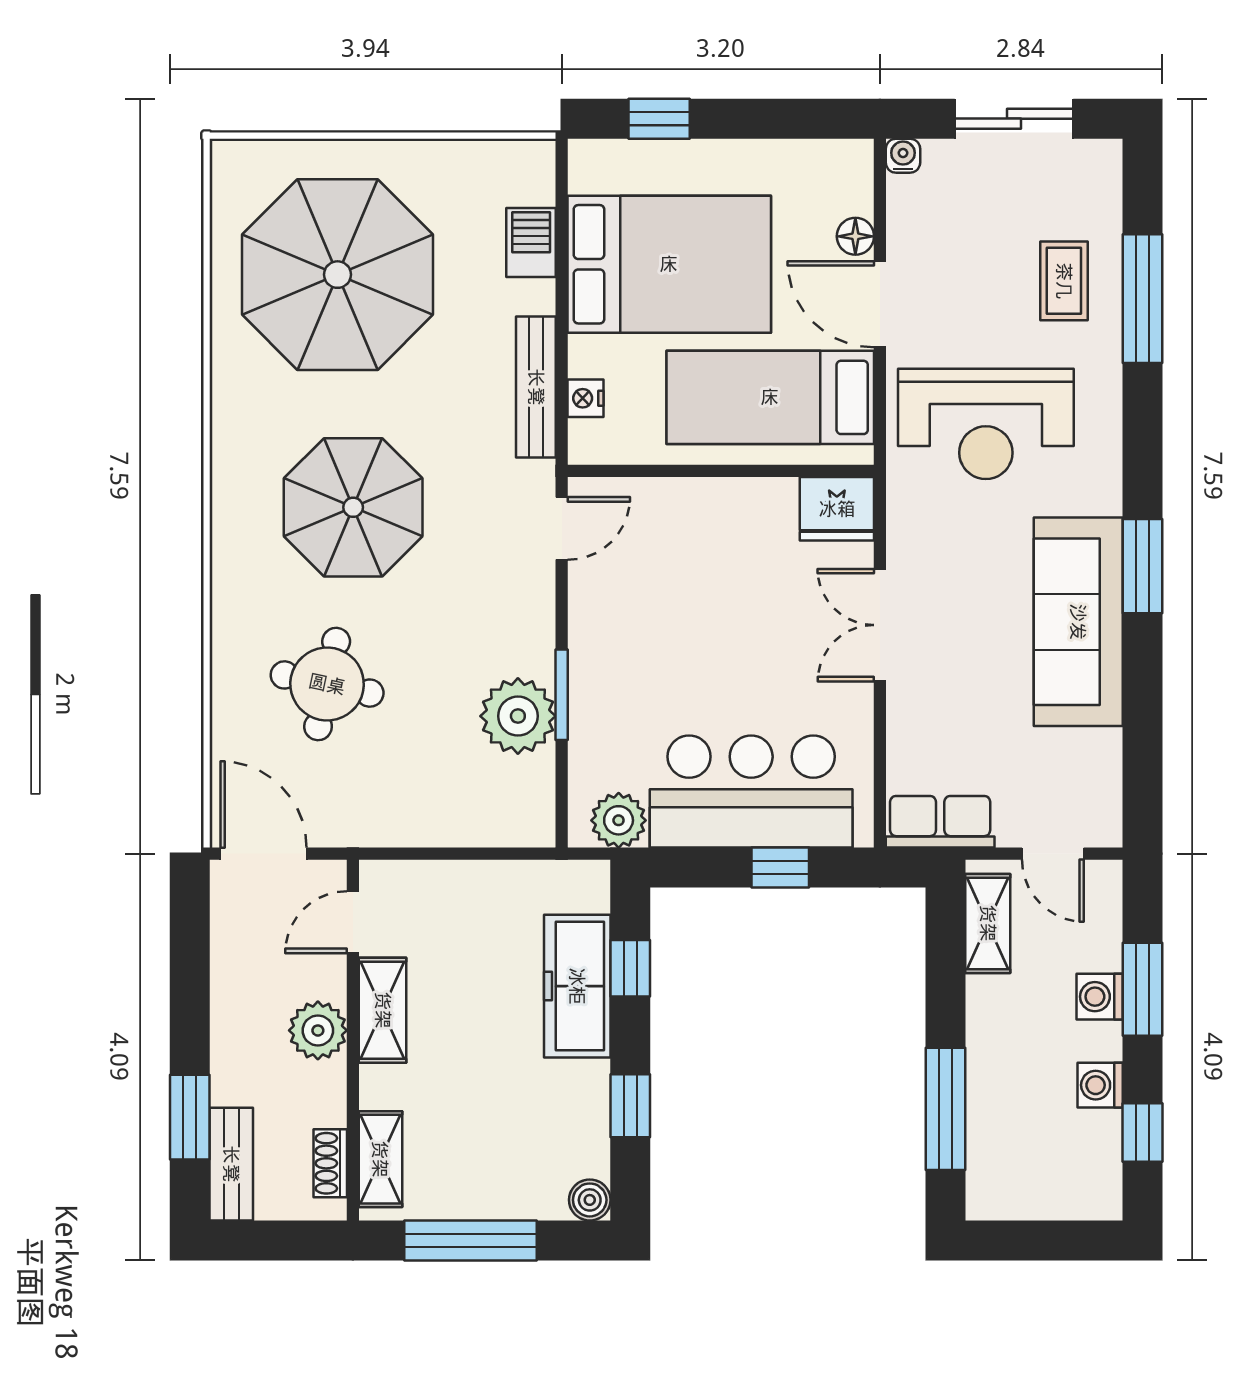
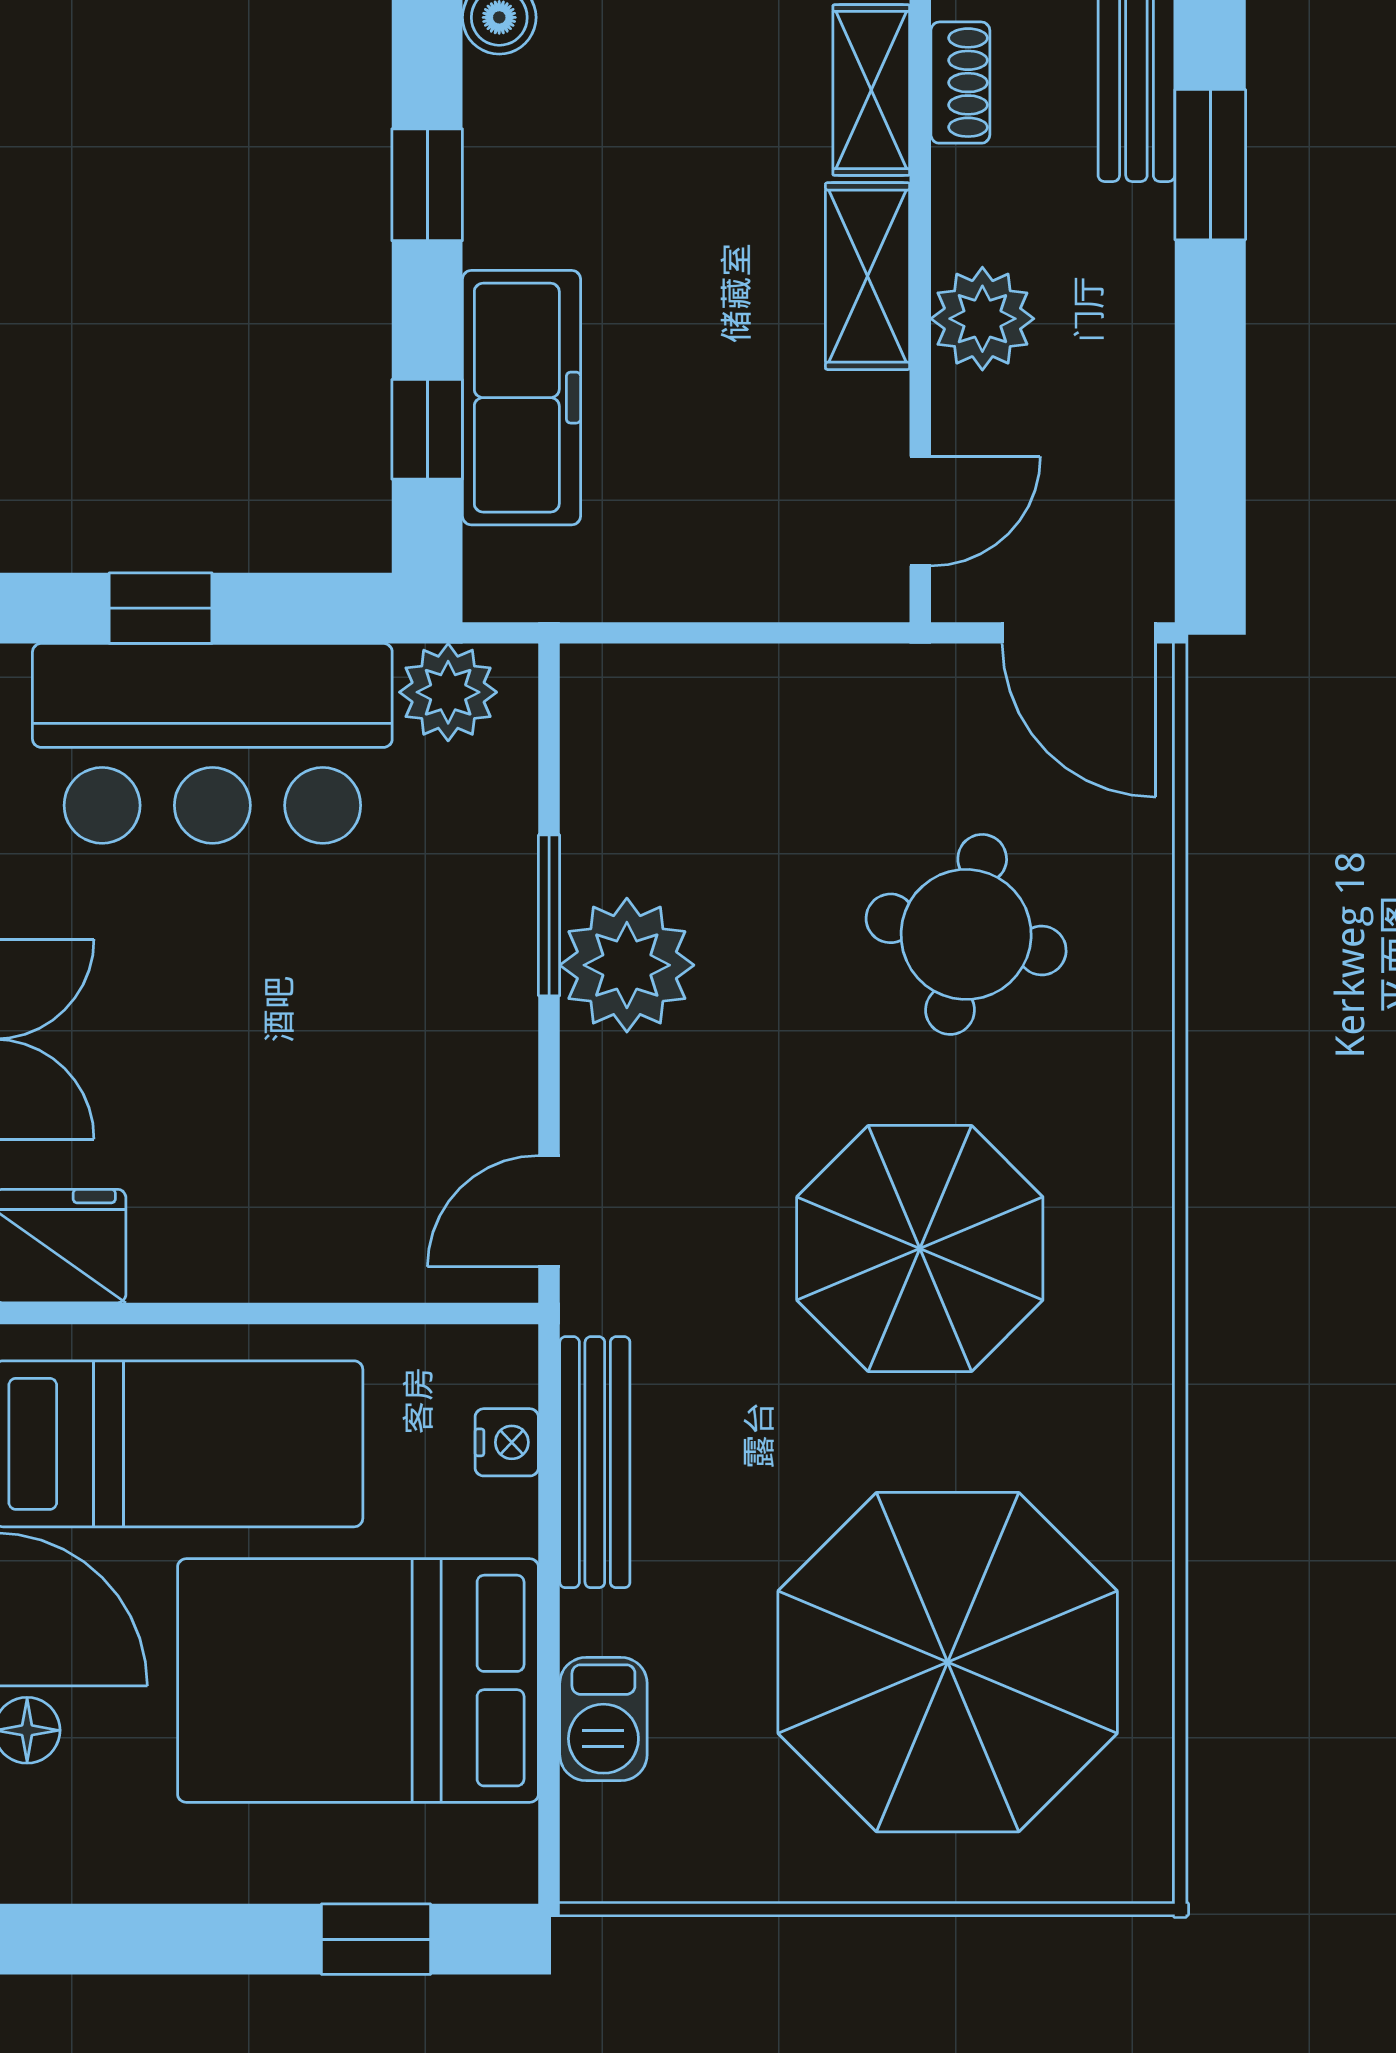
plant: (518, 716) -> (627, 965), moved
shelving: (383, 1010) -> (868, 276), moved

